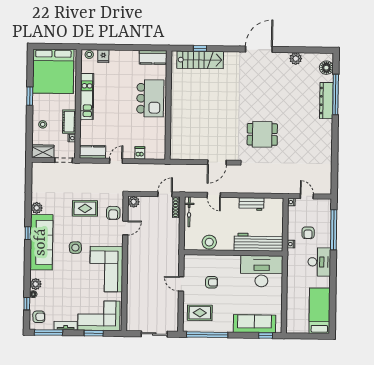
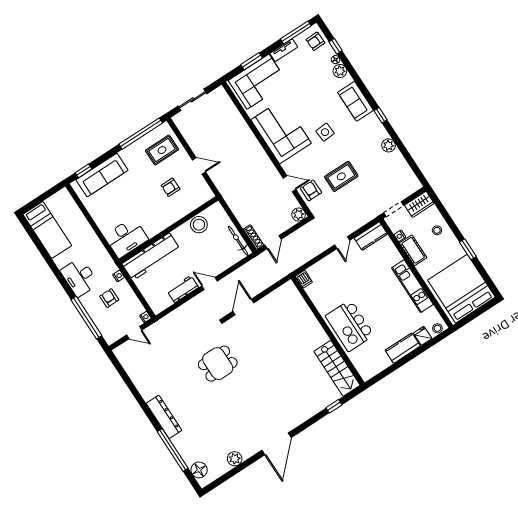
kitchen counter: (153, 57) -> (403, 348), moved
stairs: (200, 60) -> (337, 368), moved, turned -90
dresser: (326, 101) -> (164, 417), moved
dishwasher: (140, 153) -> (304, 279), moved
door: (214, 195) -> (210, 283), moved
door: (125, 228) -> (289, 184), swing flipped
sofa: (41, 242) -> (356, 101), width x0.54, depth x0.79
desk: (262, 271) -> (126, 238), width x0.73, depth x0.77

